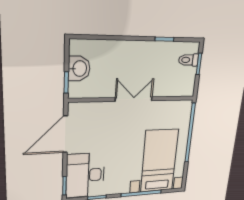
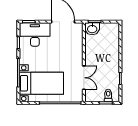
washbasin: (79, 69) -> (92, 29), moved
double door: (134, 99) -> (84, 78), moved

